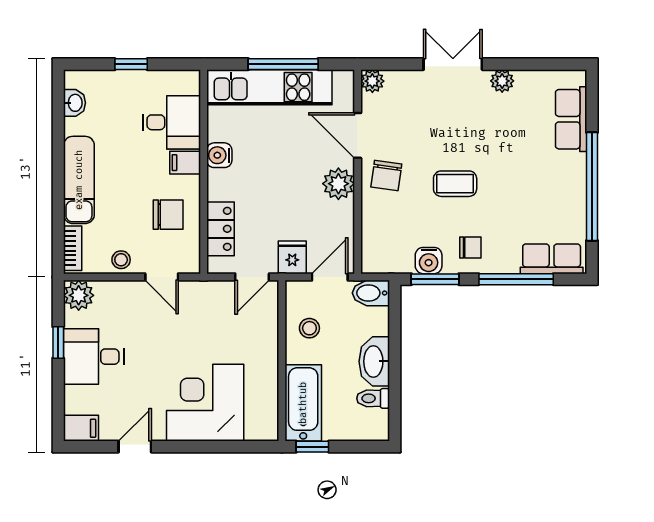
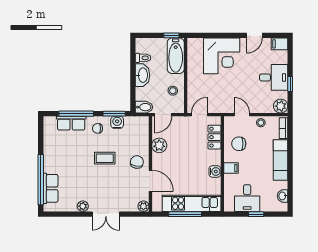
desk: (171, 122) -> (247, 198), moved, turned -90
plant: (338, 184) -> (159, 145), moved
window: (592, 186) -> (41, 180), moved
fridge: (292, 257) -> (181, 124), removed
row of seats: (552, 259) -> (71, 123), moved

